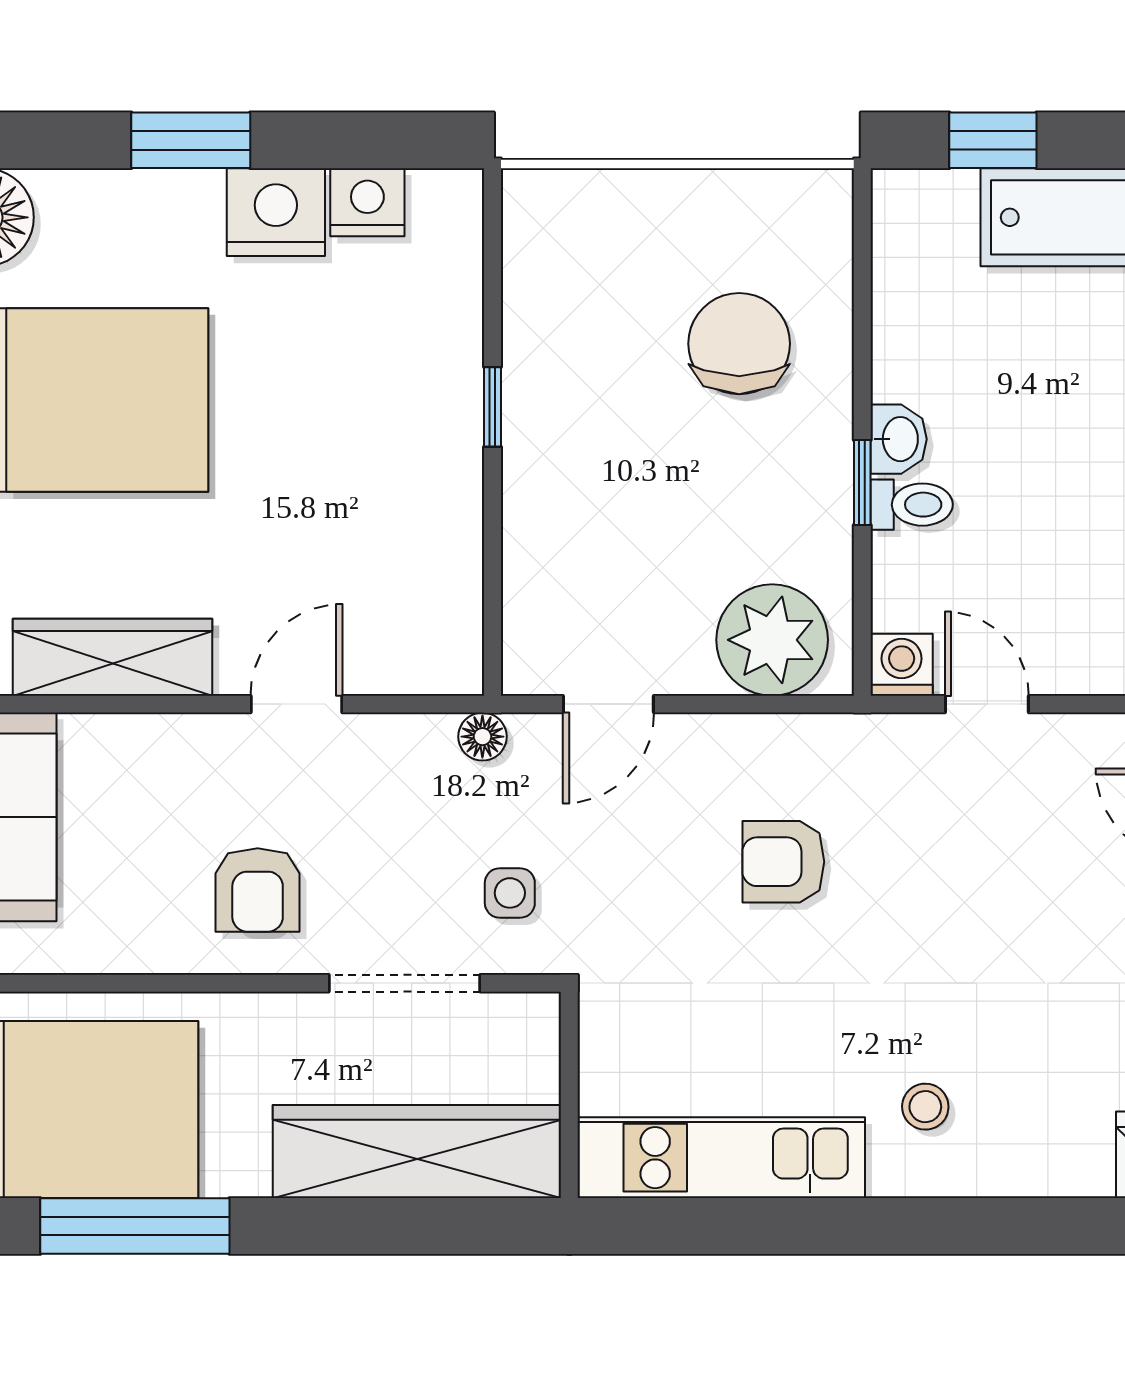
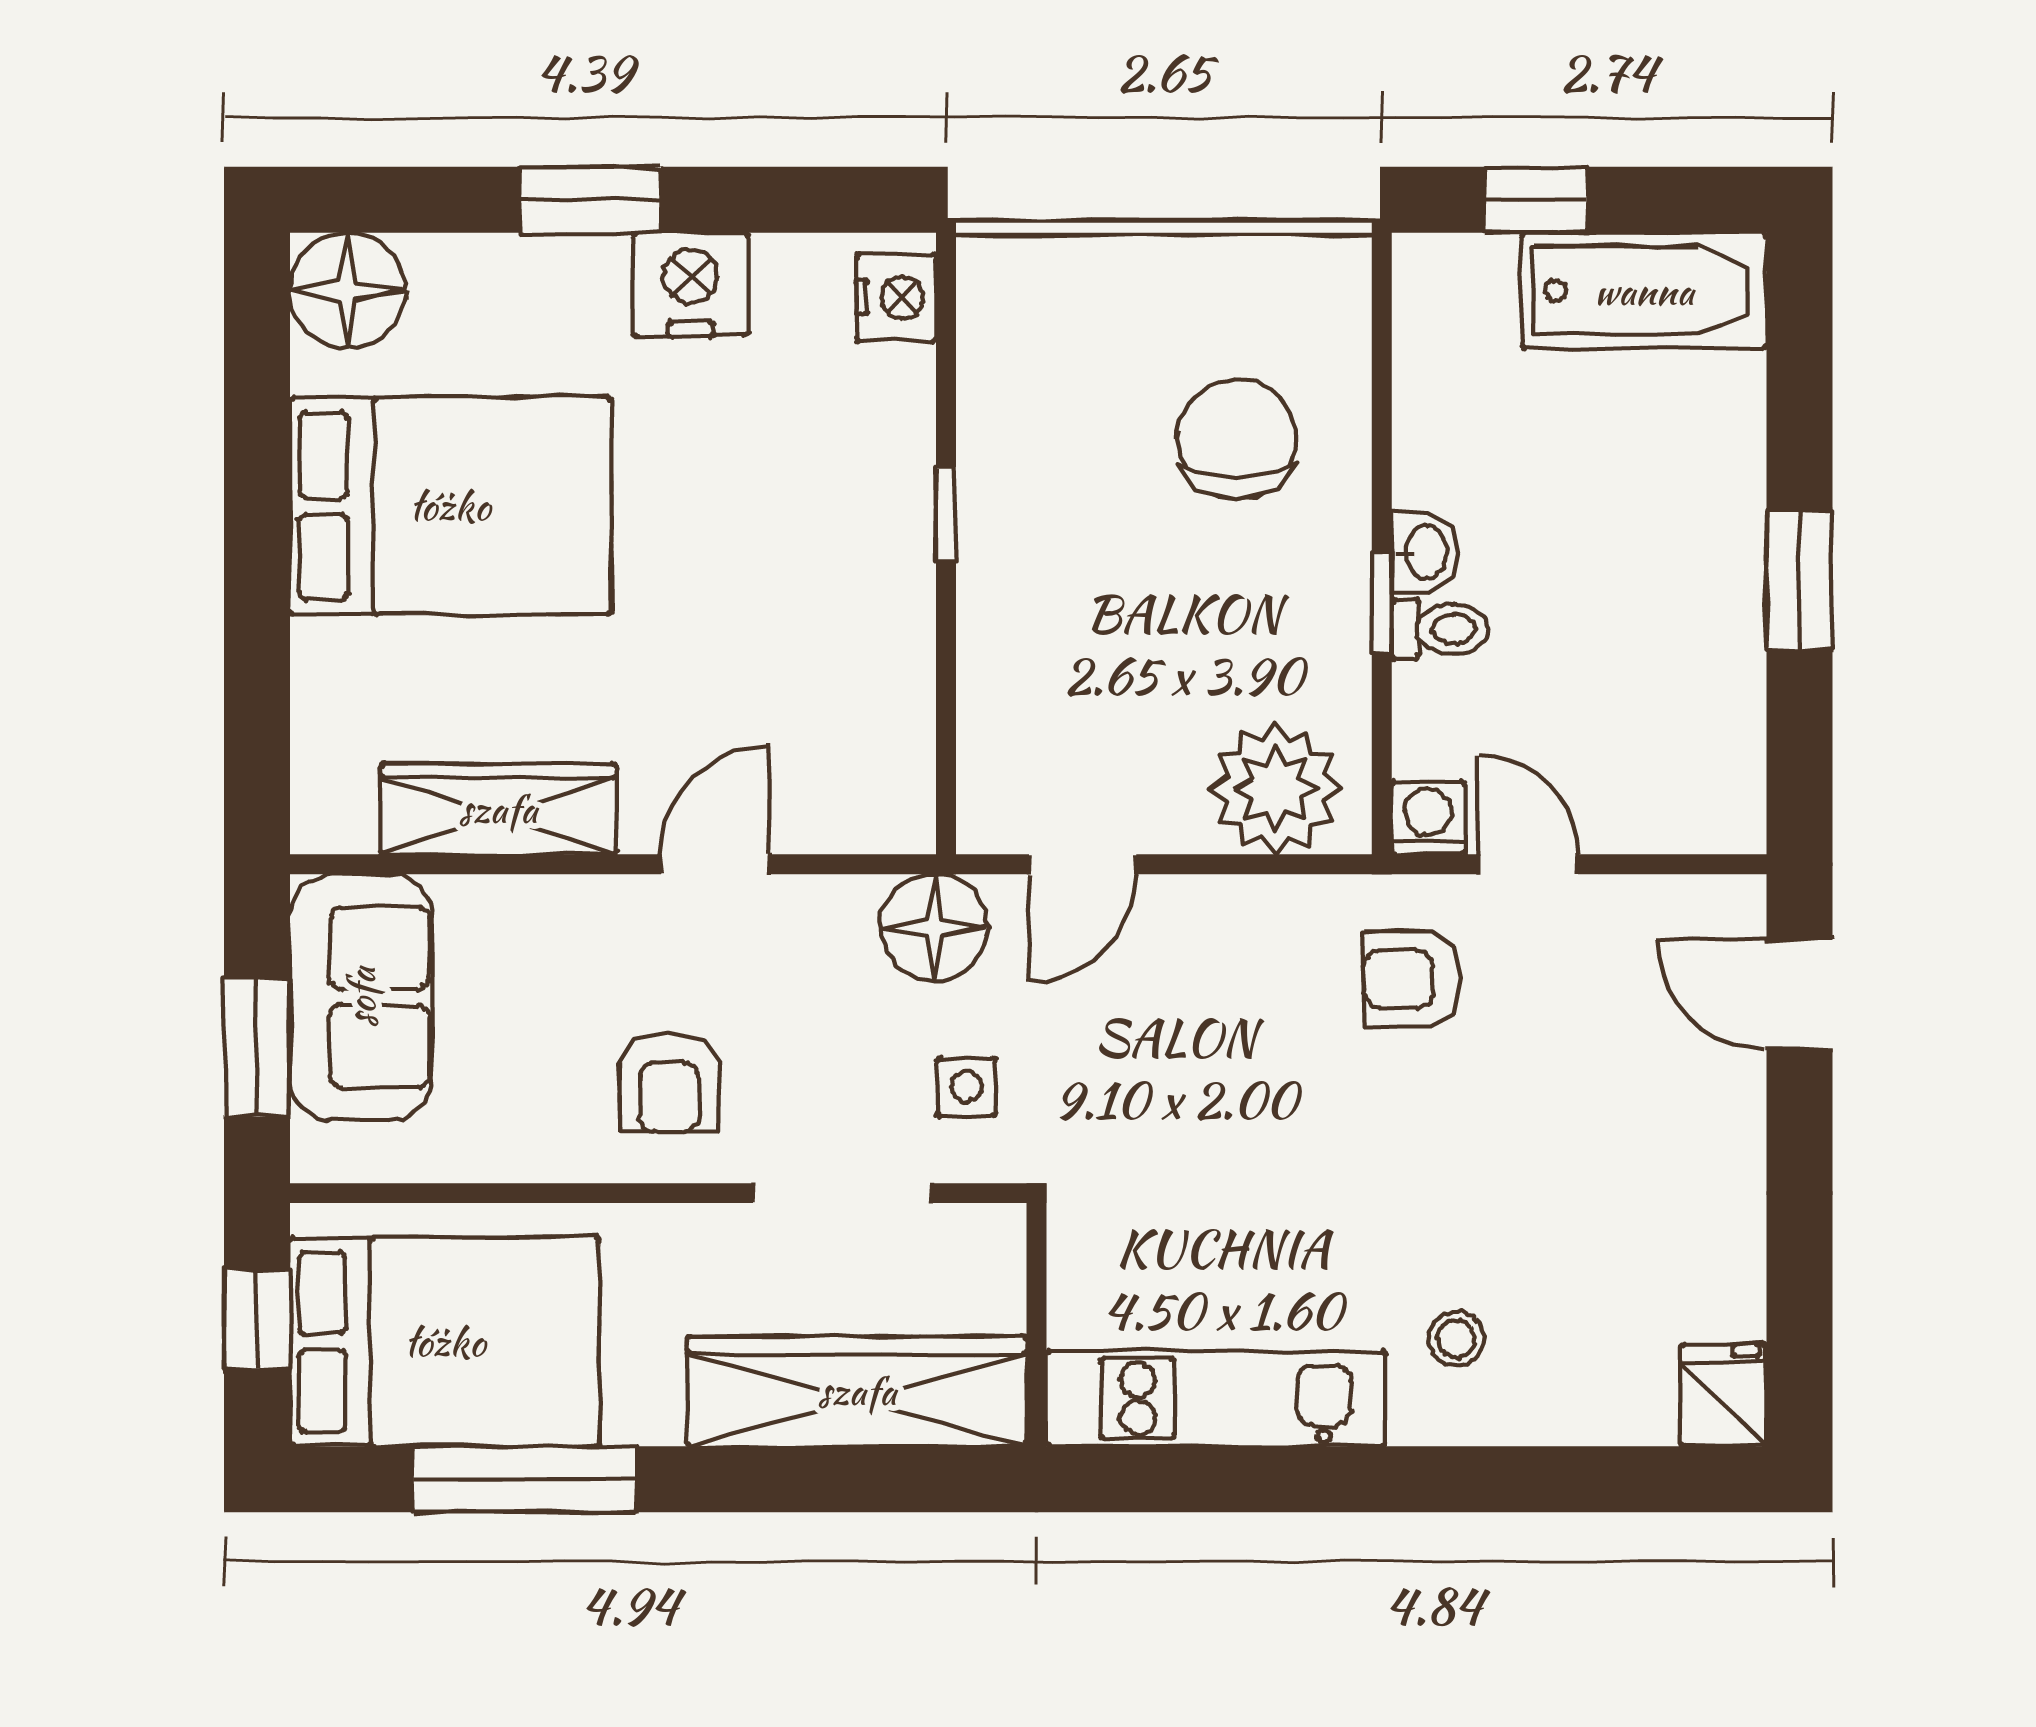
nightstand: (367, 202) -> (896, 297), moved, turned 90
floor lamp: (482, 737) -> (934, 928), width x1.89, depth x1.89
armchair: (783, 862) -> (1412, 979), moved

